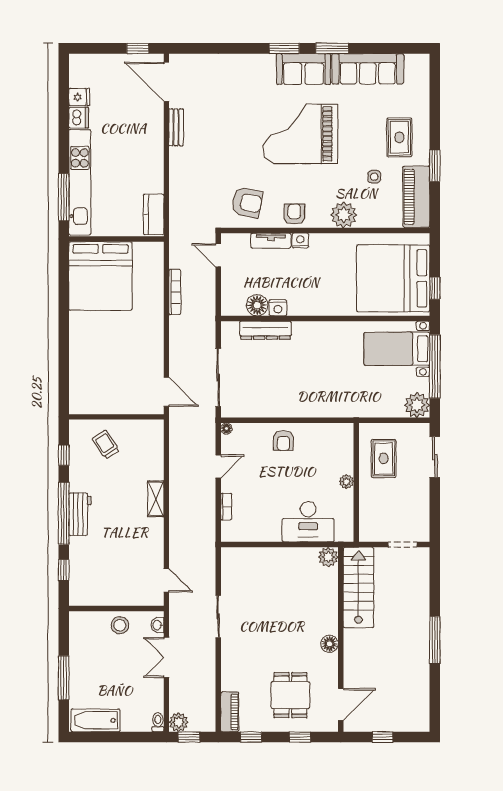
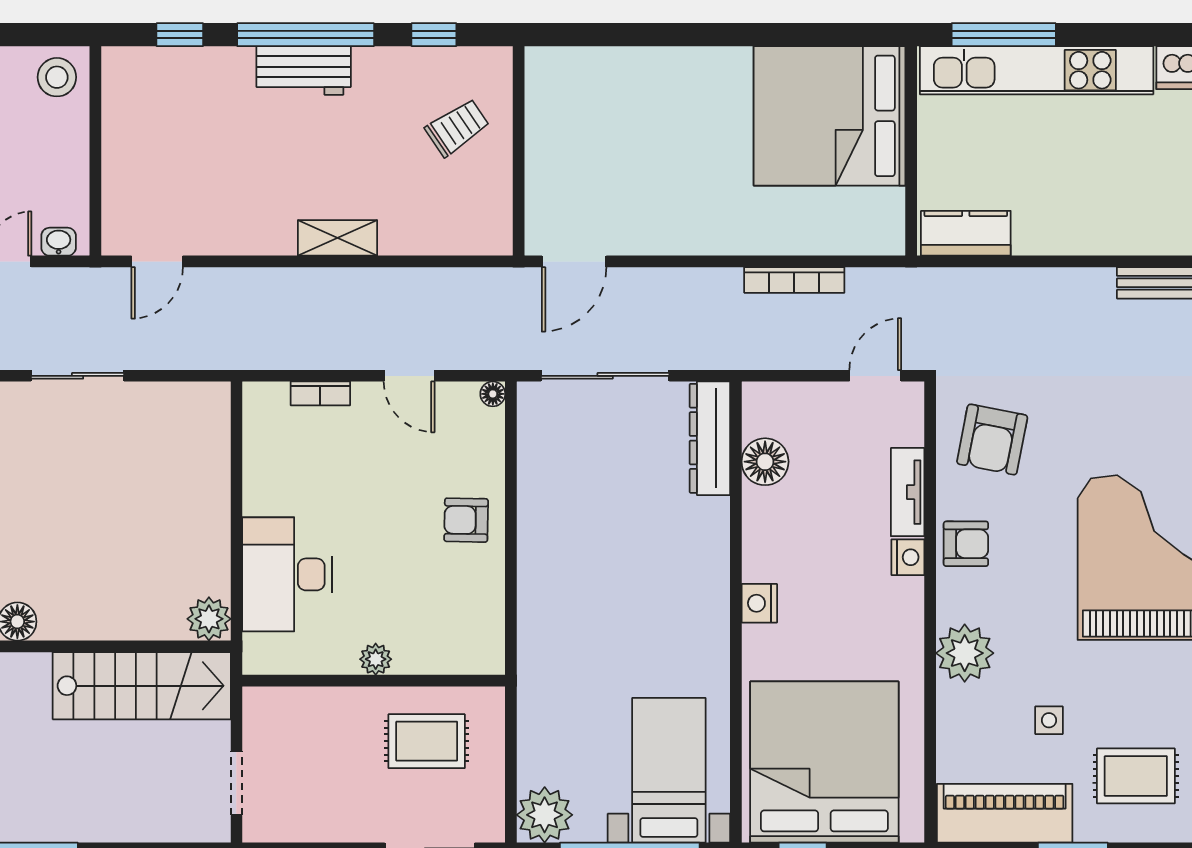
nightstand: (278, 308) -> (759, 603), moved
dresser: (266, 330) -> (710, 438), moved
stool: (120, 625) -> (57, 77), moved

